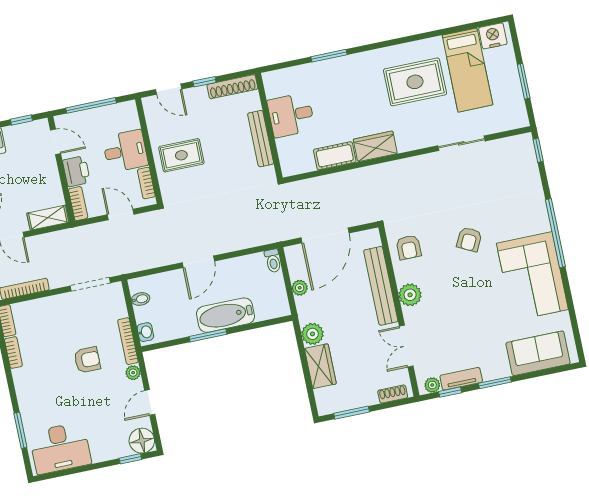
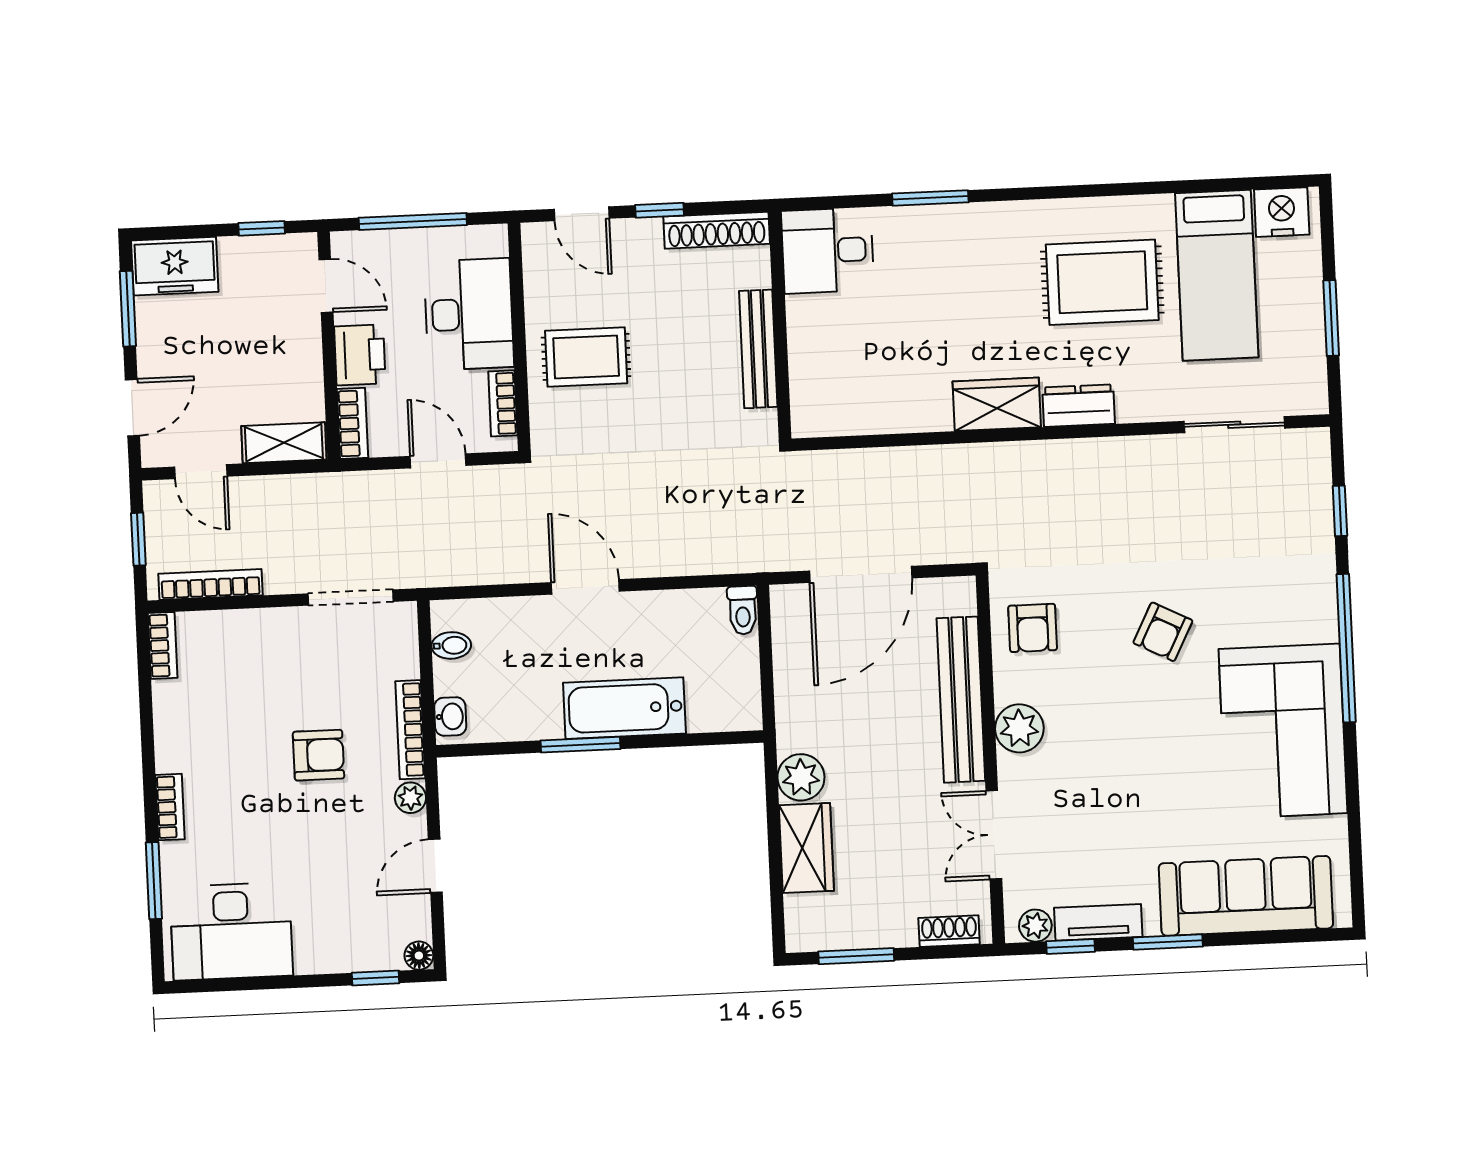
desk: (291, 115) -> (828, 250), moved
dresser: (413, 141) -> (1079, 406), added
sliding door: (461, 143) -> (1234, 425), moved
window: (538, 150) -> (1340, 511), moved
desk: (125, 151) -> (469, 314), width x1.37
cot: (335, 156) -> (908, 410), removed
door: (198, 262) -> (585, 587), swing flipped
plant: (300, 288) -> (790, 676), removed
bookcase: (13, 353) -> (170, 807), moved
sofa: (538, 353) -> (1246, 896), width x1.36
floor lamp: (142, 441) -> (419, 956), width x0.53, depth x0.53

